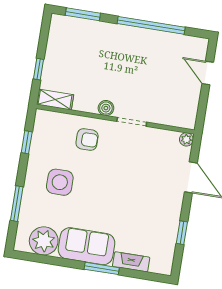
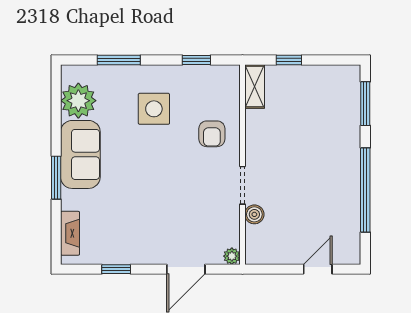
boiler: (106, 108) -> (254, 214), moved
fireplace: (131, 262) -> (70, 233), moved

